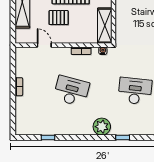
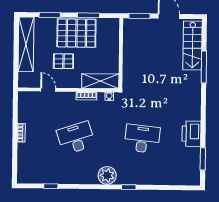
shelving: (105, 26) -> (100, 81), moved, turned 90
desk: (71, 91) -> (76, 138), turned -33

